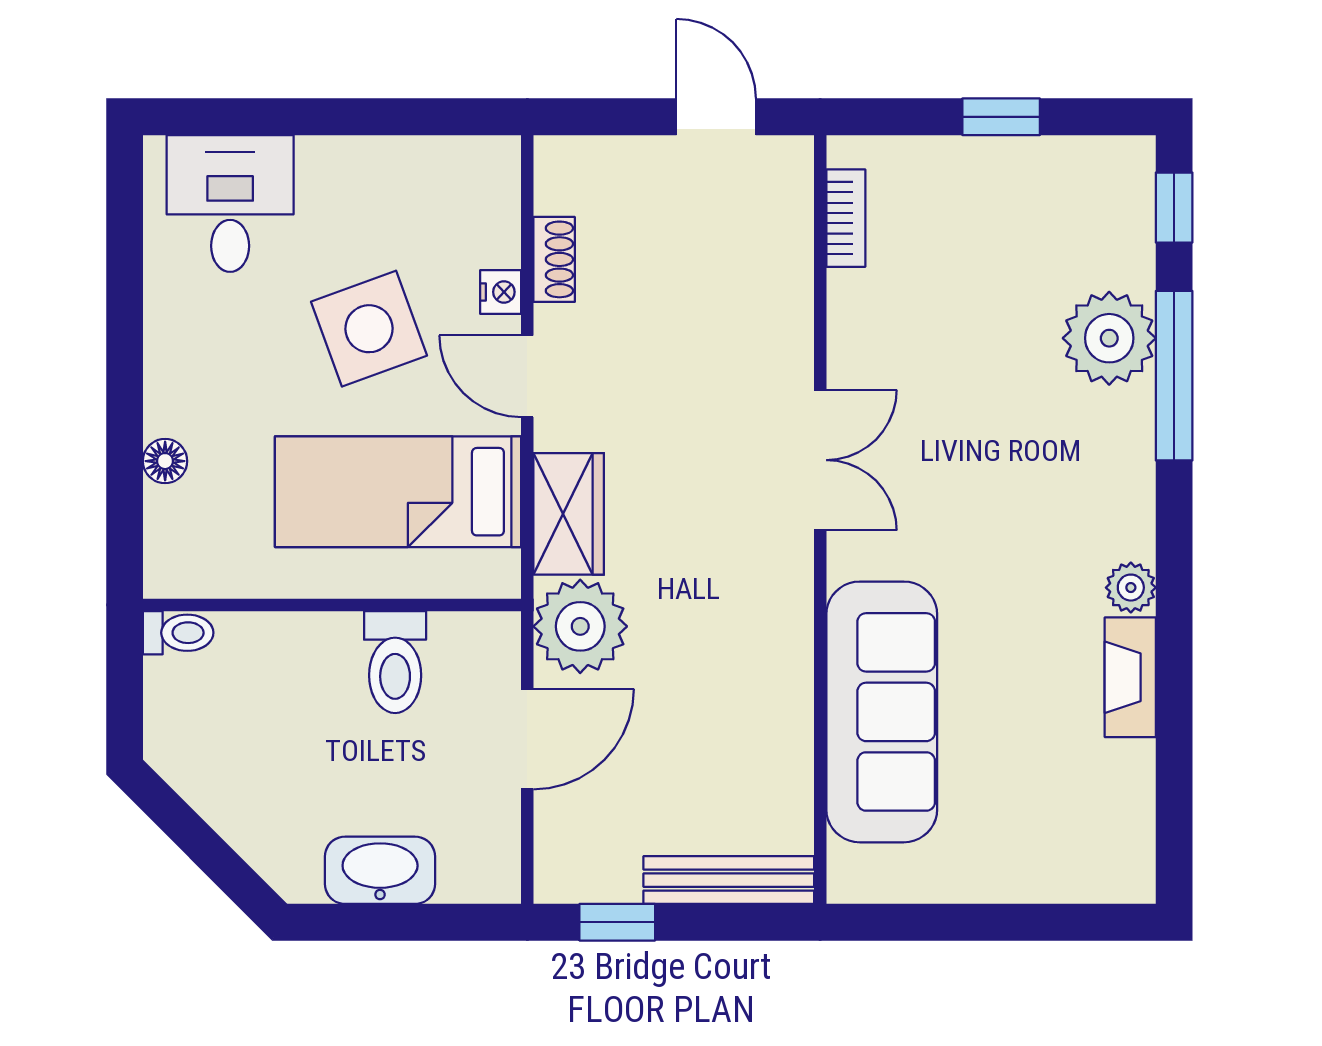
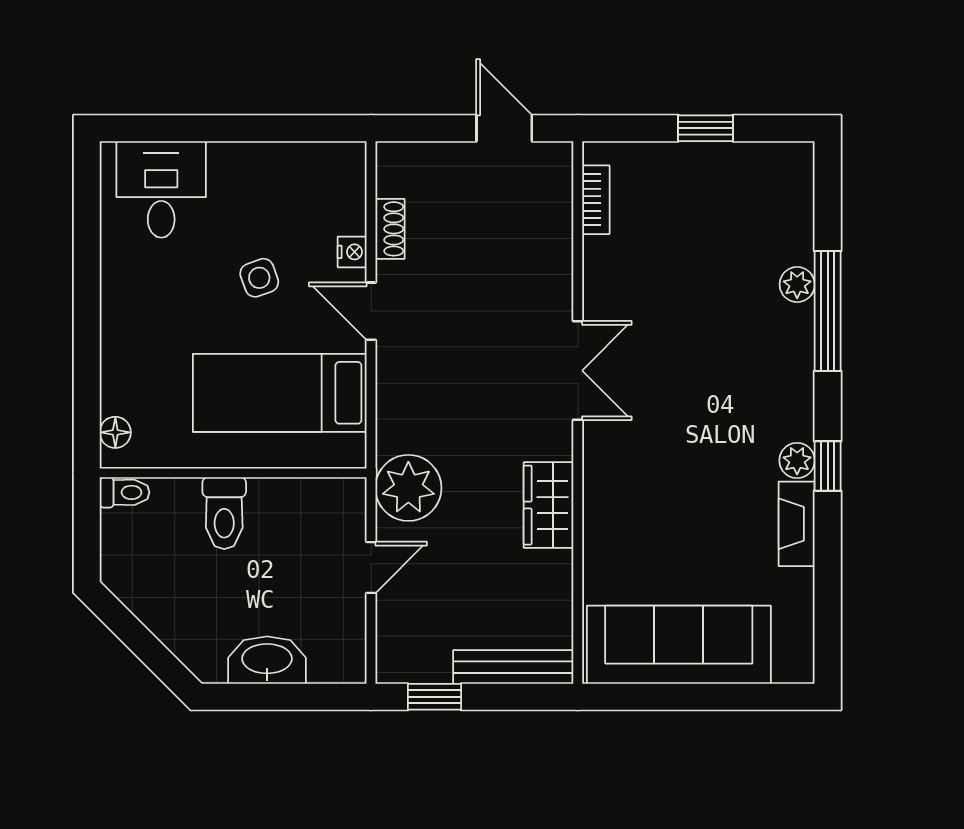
window: (1174, 208) -> (828, 466), moved
side table: (369, 329) -> (259, 278), width x0.54, depth x0.54
plant: (1109, 338) -> (797, 285), width x0.53, depth x0.53
floor lamp: (165, 461) -> (115, 432), moved
wardrobe: (569, 514) -> (549, 505), moved, turned 180
toilet: (395, 662) -> (224, 513), moved
sofa: (882, 712) -> (679, 645), moved, turned -90
door: (527, 739) -> (371, 567), width x0.73

